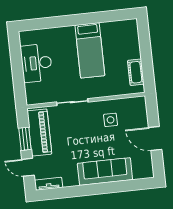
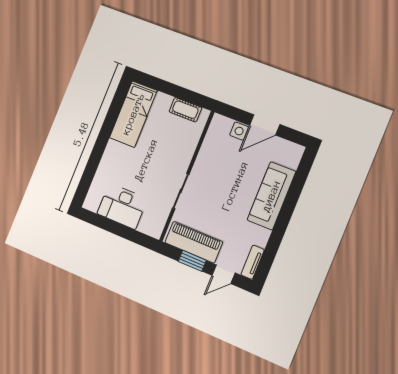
bed: (90, 50) -> (133, 114), moved, turned 90
side table: (111, 120) -> (239, 131), moved

